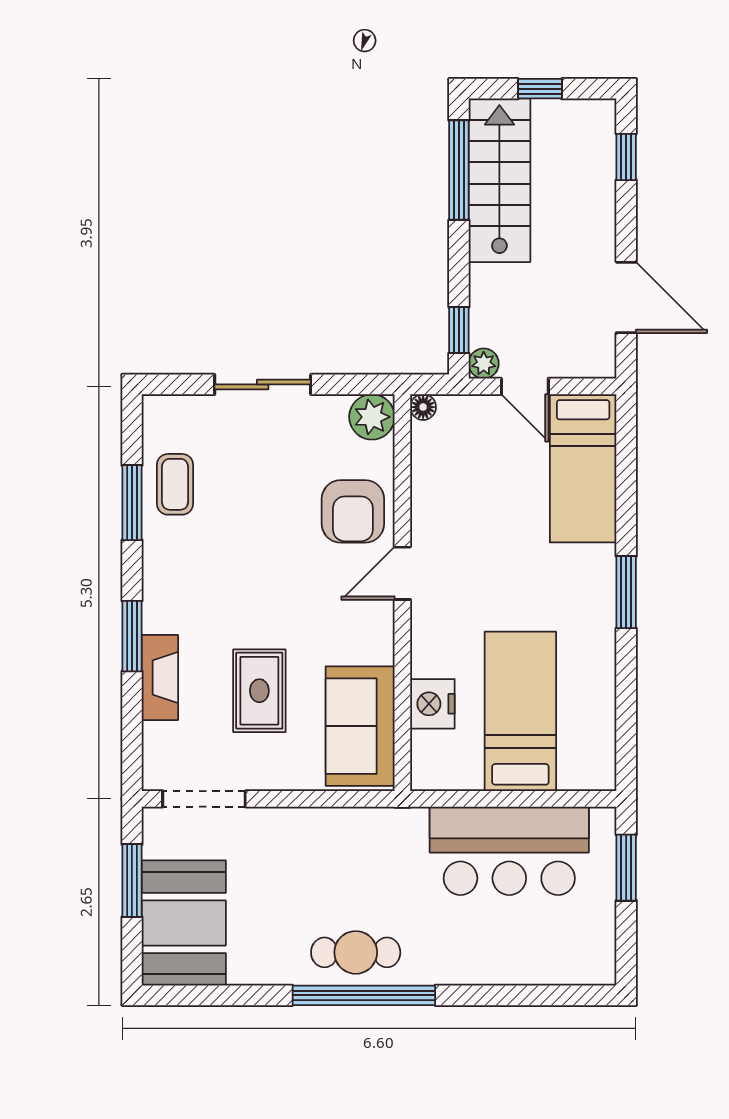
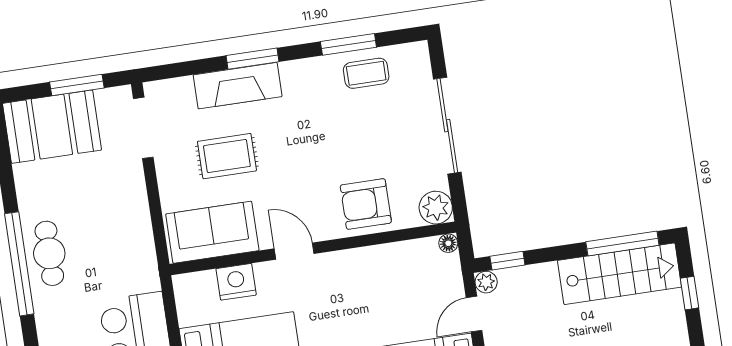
sliding door: (263, 384) -> (447, 126), width x1.37
door: (402, 573) -> (294, 251), moved
fireplace: (160, 678) -> (238, 86), width x1.37, depth x1.32

